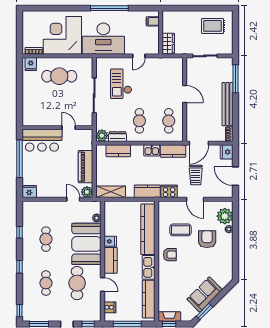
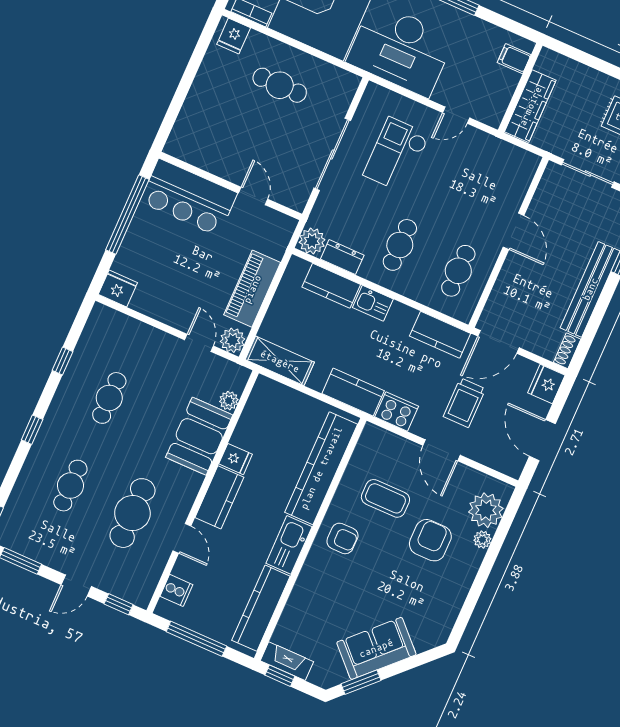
wardrobe: (168, 44) -> (530, 106), width x1.50
cafe table: (59, 76) -> (280, 85), width x0.73, depth x0.74
kitchen sink: (152, 150) -> (373, 303), moved
booth: (86, 244) -> (199, 436), width x0.73, depth x0.70

